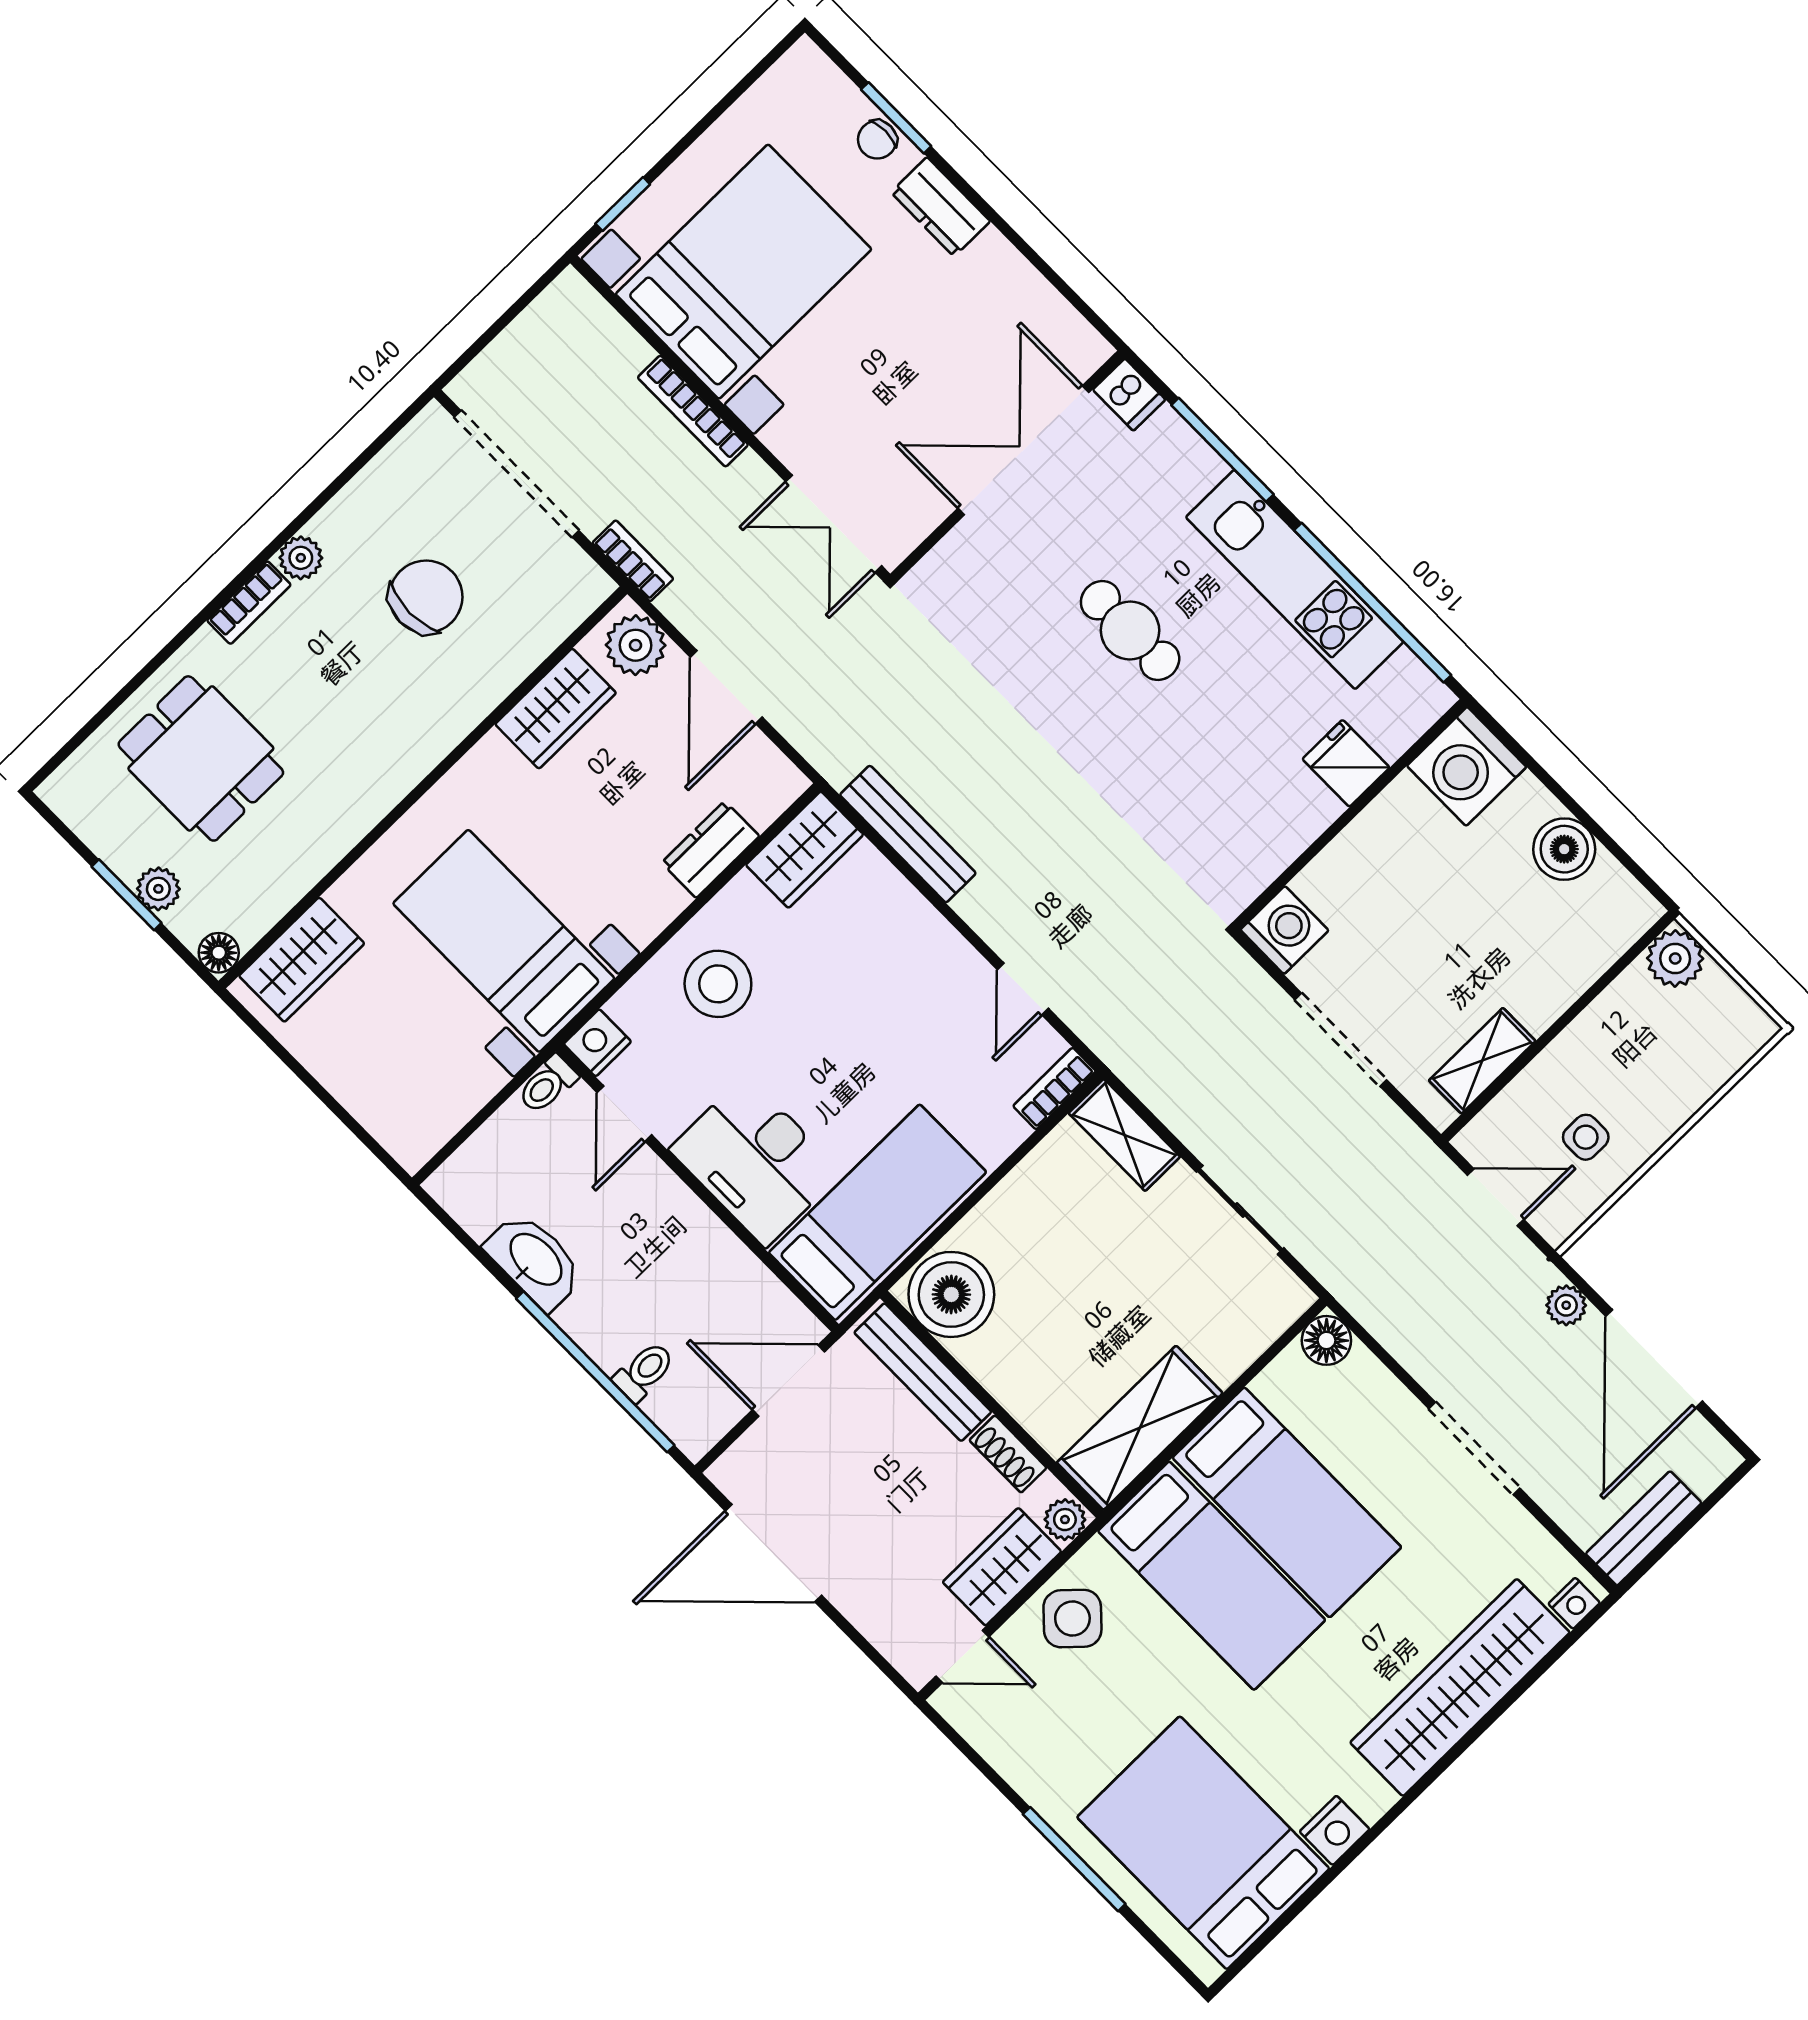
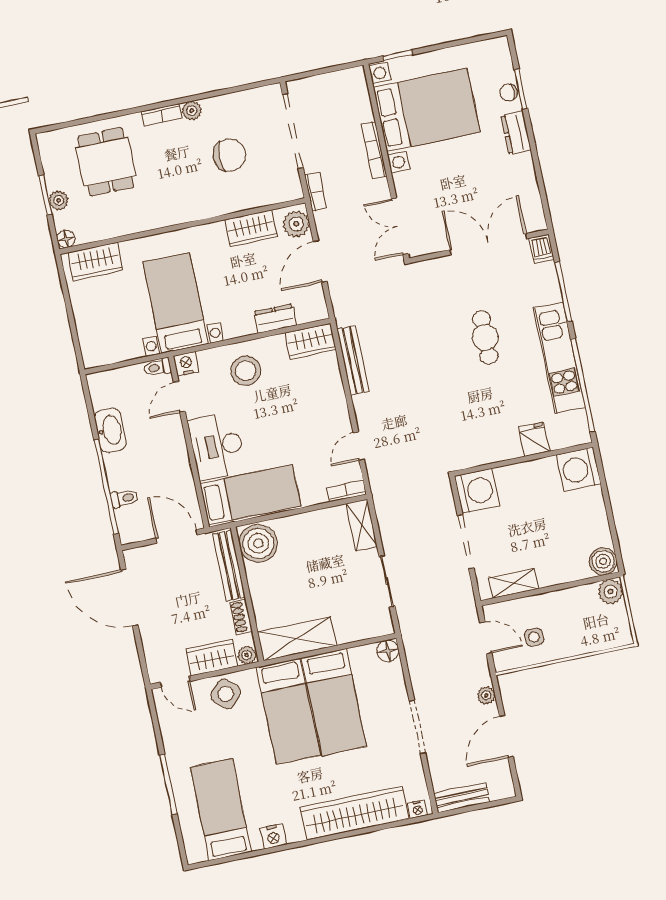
boiler: (1564, 849) -> (603, 561), moved
washing machine: (1284, 930) -> (477, 491), width x1.37, depth x1.37
door: (1654, 1359) -> (506, 737), width x0.73
bed: (1203, 1843) -> (221, 810), width x0.67

